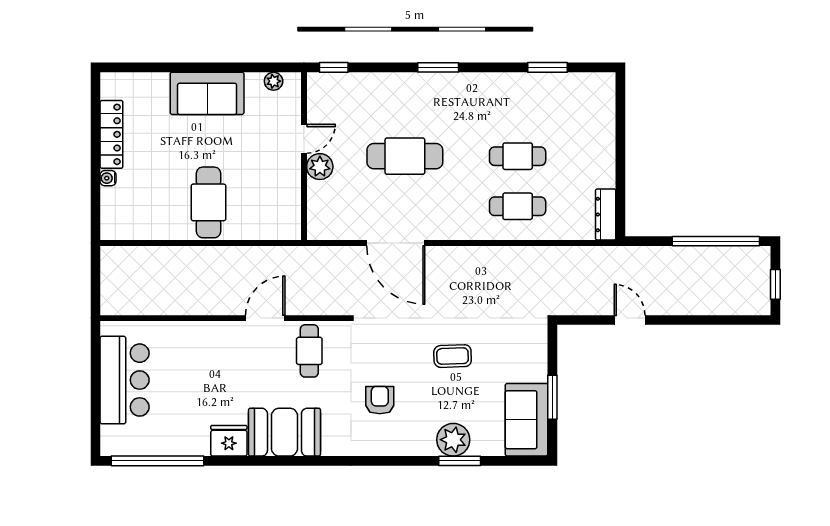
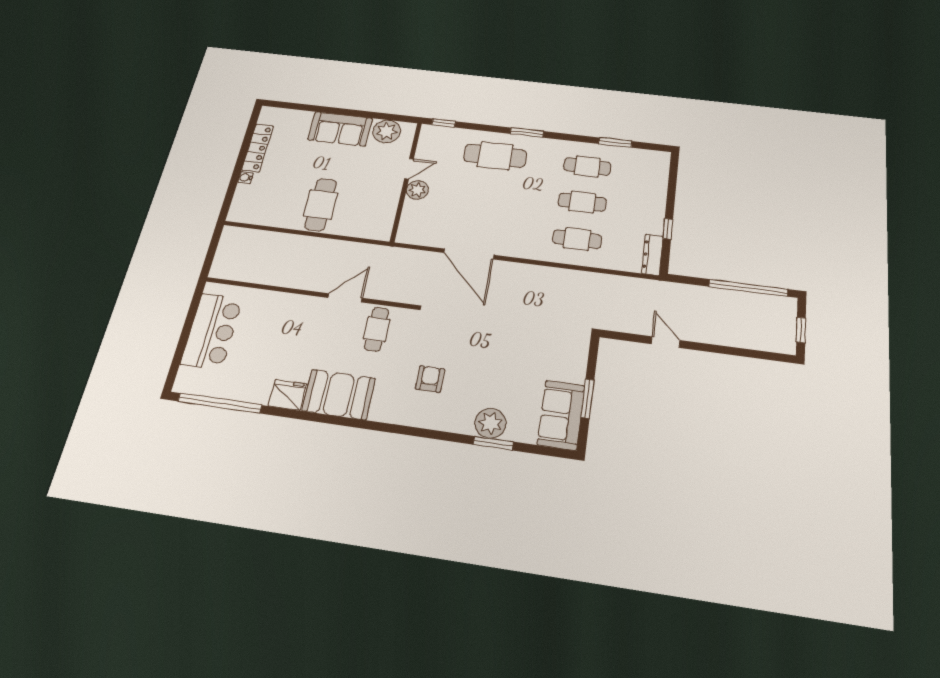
plant: (274, 81) -> (387, 131), width x1.88, depth x1.88
cafe table: (518, 106) -> (587, 166), added
cafe table: (405, 156) -> (495, 156), moved
window: (620, 178) -> (668, 229), added
coffee table: (453, 356) -> (502, 351), removed

